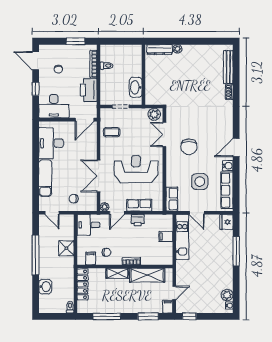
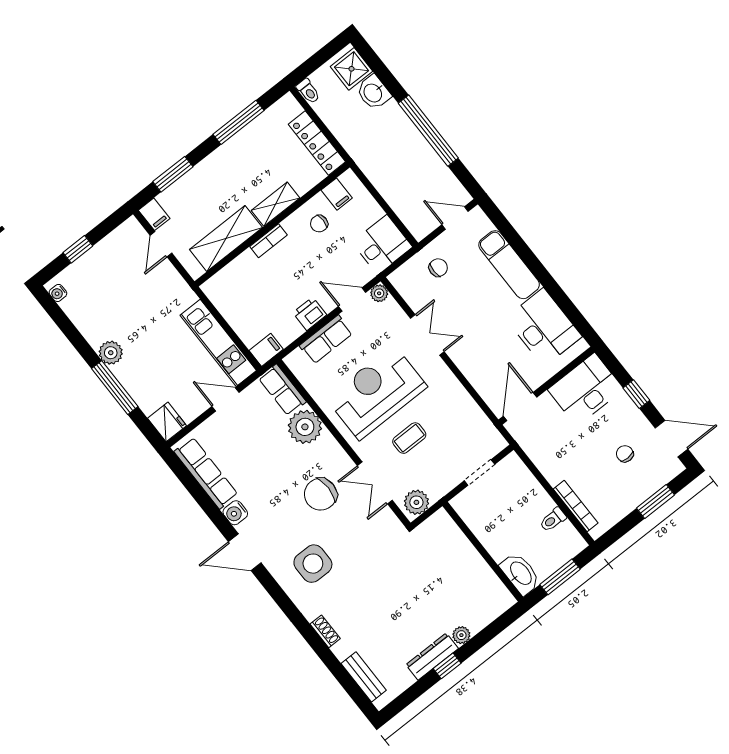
window: (75, 41) -> (655, 501), moved
window: (121, 41) -> (560, 577), added
window: (192, 41) -> (447, 666), added
dresser: (160, 50) -> (432, 657), moved
bench: (228, 67) -> (364, 677), width x0.73
washbasin: (136, 87) -> (520, 574), moved
printer: (89, 90) -> (551, 459), removed
coffee table: (112, 132) -> (409, 438), moved
double door: (164, 135) -> (375, 483), swing flipped
chair: (189, 147) -> (321, 494), turned -90
door: (236, 148) -> (245, 552), swing flipped
reception desk: (136, 169) -> (377, 393), turned 180
double door: (99, 176) -> (427, 335), width x0.73
plant: (174, 178) -> (305, 427), added
side table: (200, 182) -> (313, 564), moved
door: (117, 213) -> (352, 299), hinge flipped
filing cabinet: (166, 237) -> (266, 350), moved
shower: (66, 248) -> (351, 69), moved
plant: (227, 295) -> (111, 353), moved
window: (189, 316) -> (78, 249), moved

